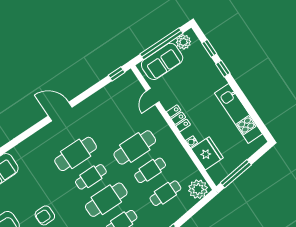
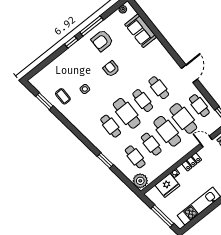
cafe table: (104, 102) -> (199, 106), added
cafe table: (119, 125) -> (183, 118), added
cafe table: (76, 154) -> (159, 88), width x0.73, depth x0.74
window: (236, 174) -> (162, 216), moved

